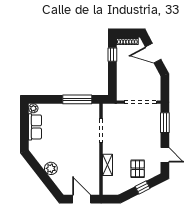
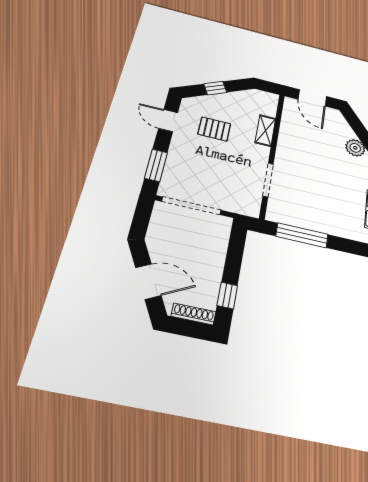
pallet: (138, 169) -> (214, 129), moved, turned 90

